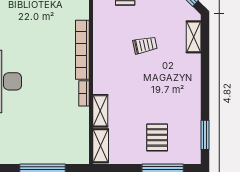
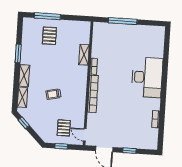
window: (205, 135) -> (18, 53), moved
shelving: (101, 146) -> (24, 76), moved

